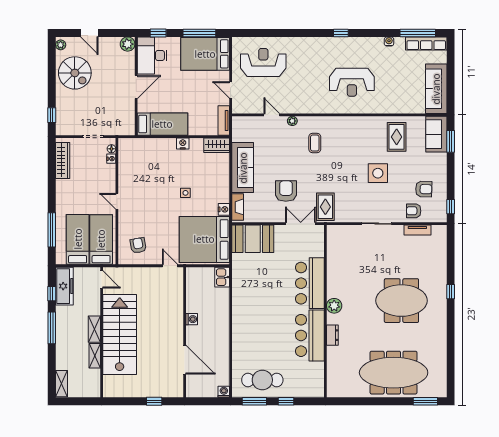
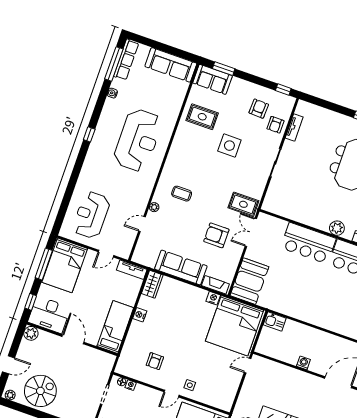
reception desk: (352, 82) -> (138, 140), width x1.36, depth x1.30
side table: (185, 193) -> (190, 385), moved
armchair: (138, 245) -> (155, 361), moved, turned -79

